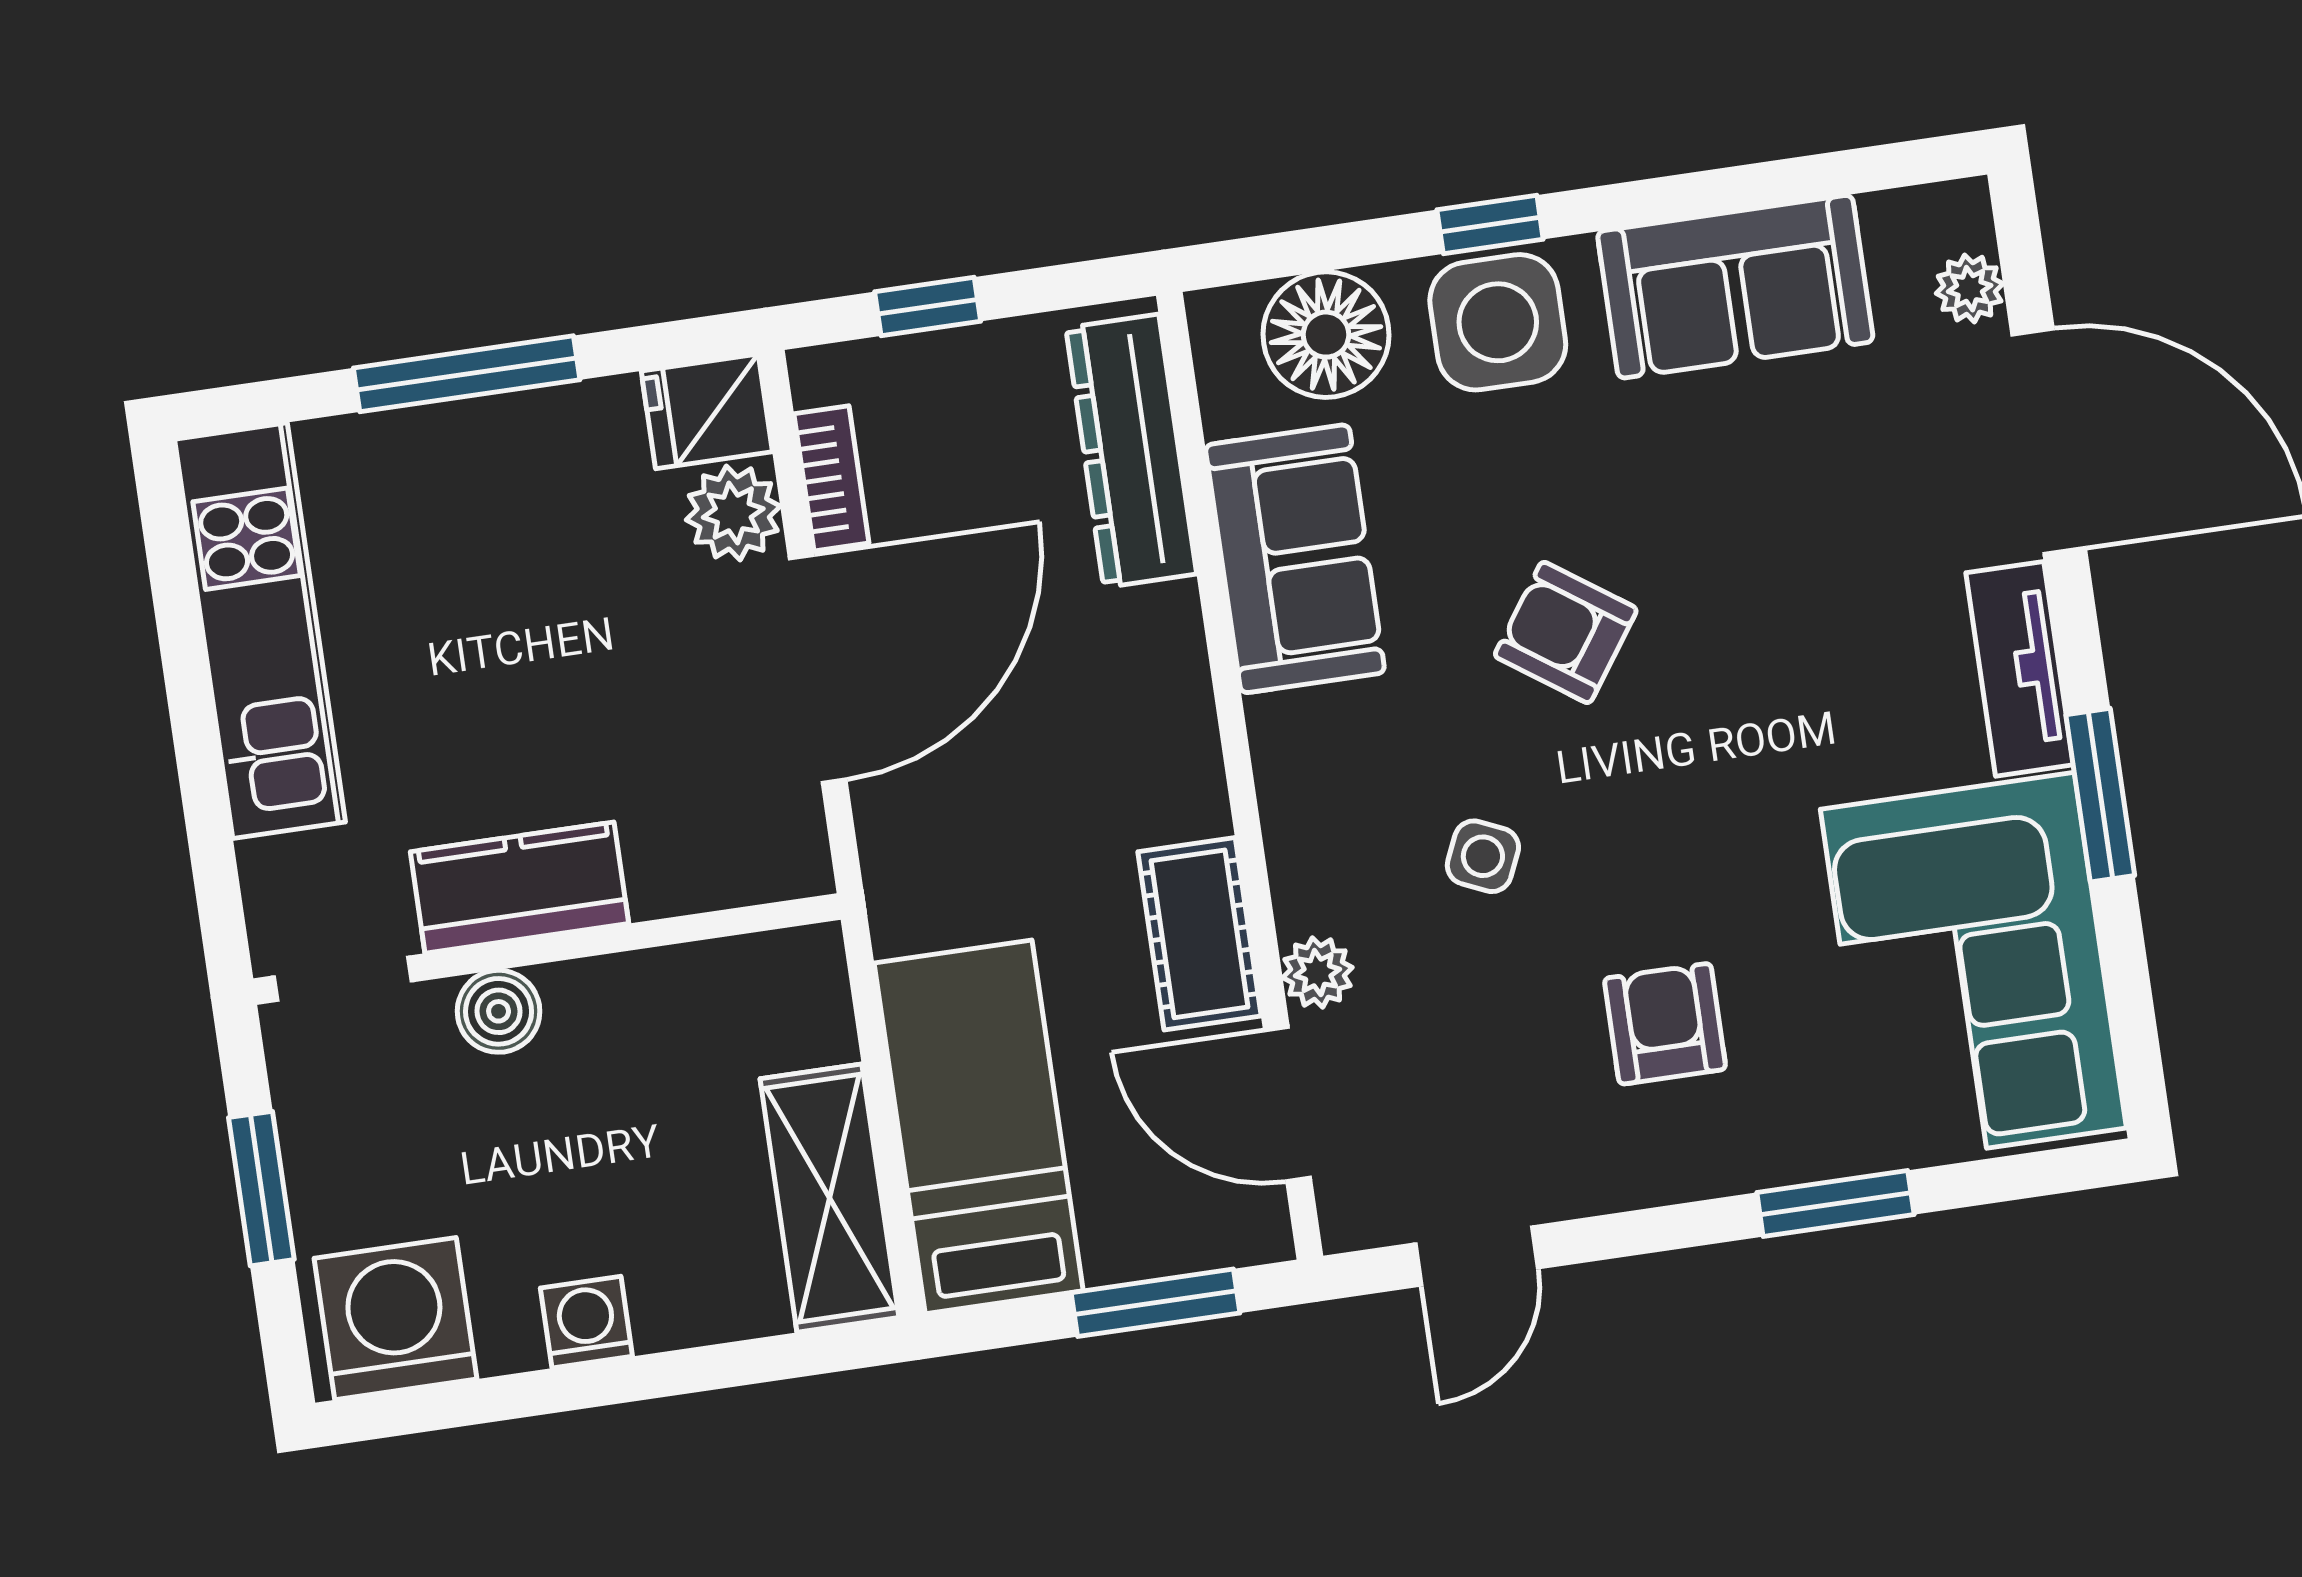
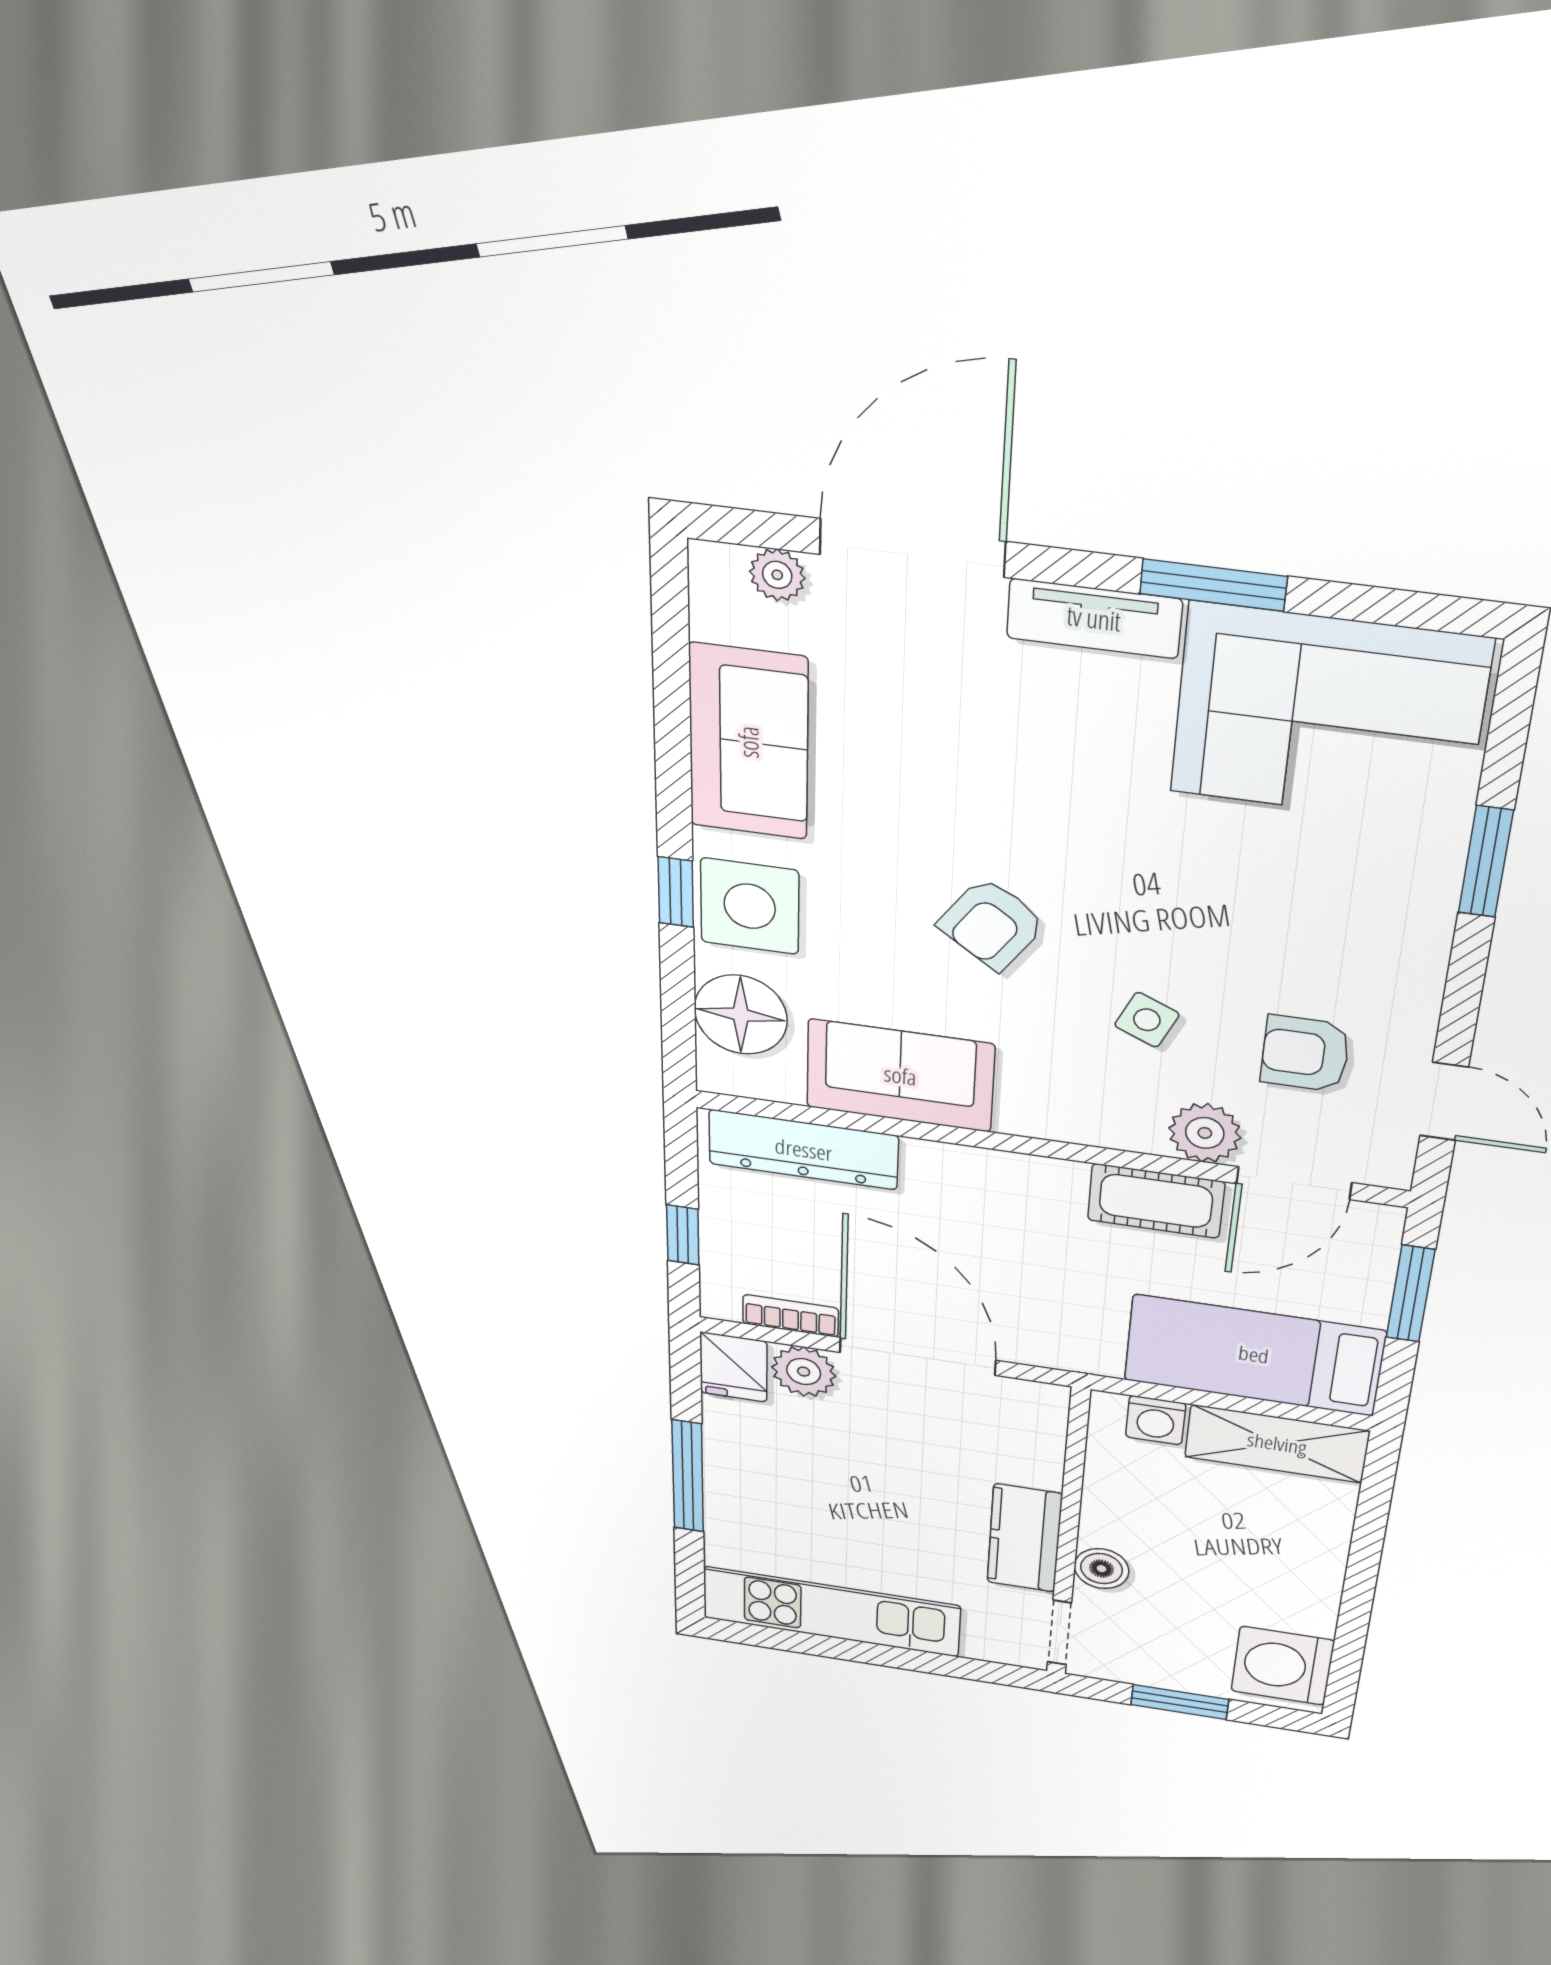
plant: (1318, 973) -> (1205, 1133), width x1.38, depth x1.38
armchair: (1665, 1024) -> (1305, 1054), moved
washing machine: (586, 1322) -> (1156, 1420), moved, turned -90

